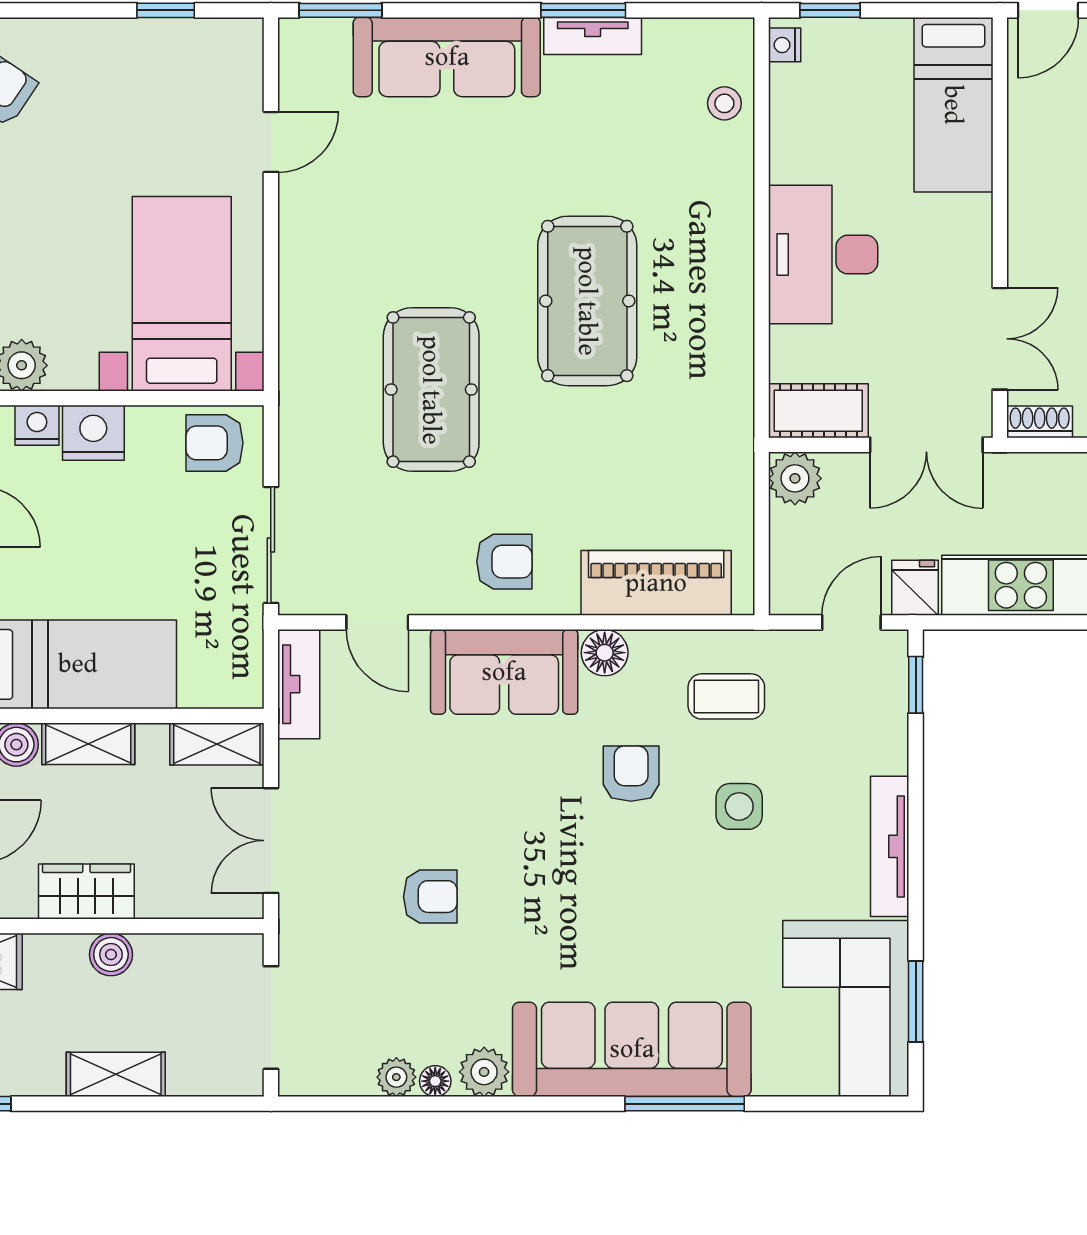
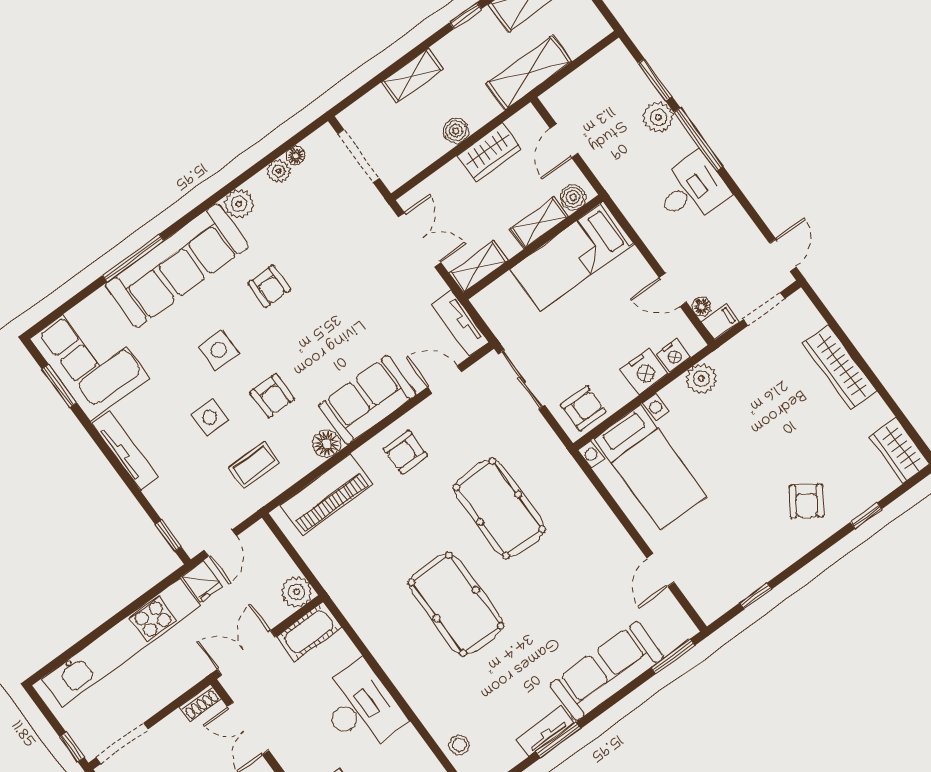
side table: (659, 890) -> (219, 350), added
armchair: (430, 897) -> (269, 286), moved, turned -90
floor lamp: (435, 1081) -> (296, 156), moved

